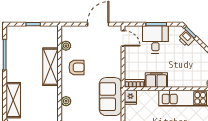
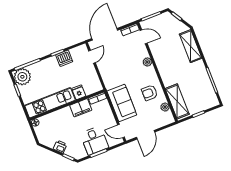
printer: (186, 39) -> (60, 147), moved
shelving: (51, 67) -> (177, 101), moved
sofa: (110, 97) -> (122, 103), moved
fridge: (130, 97) -> (79, 92), moved

